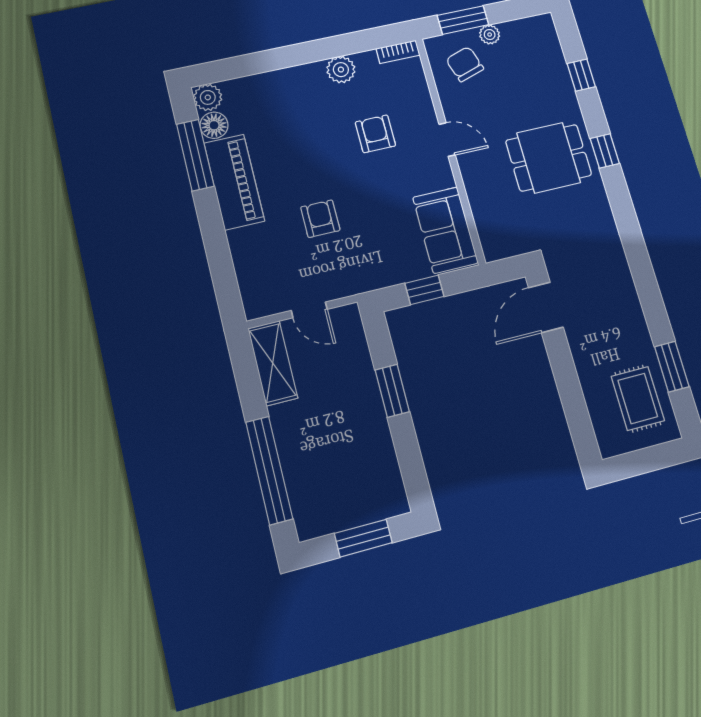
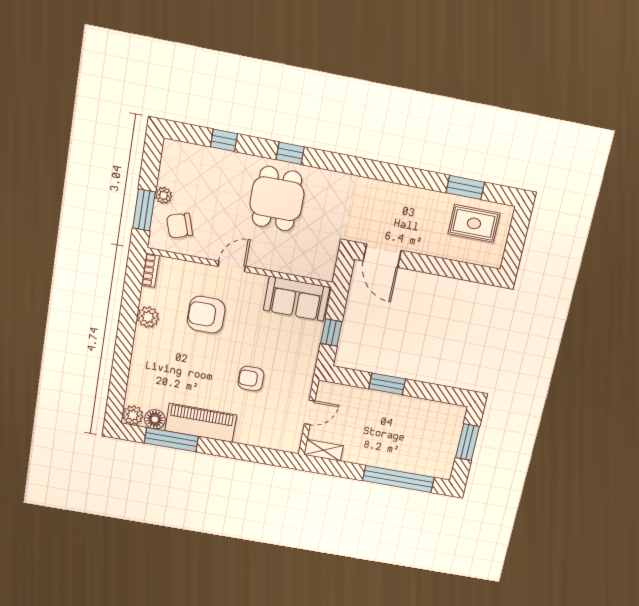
armchair: (375, 134) -> (206, 315), width x1.38, depth x1.38
shelving: (273, 363) -> (323, 450), width x0.67, depth x0.75

